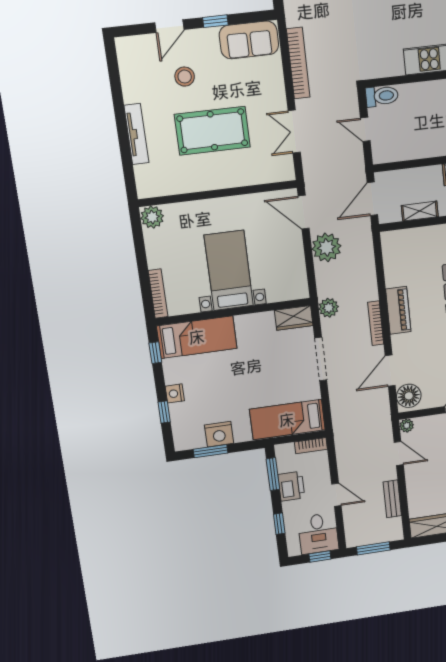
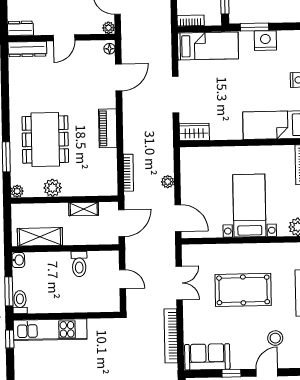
stool: (185, 77) -> (275, 338), moved
toilet: (382, 96) -> (79, 264), moved, turned -90
plant: (327, 247) -> (168, 182), width x0.53, depth x0.53
bed with nightstands: (229, 270) -> (249, 206), moved, turned 180
plant: (329, 308) -> (165, 137), removed
bookcase: (376, 323) -> (128, 173), moved
floor lamp: (409, 396) -> (109, 49), width x0.53, depth x0.53
window: (210, 451) -> (255, 27), moved

